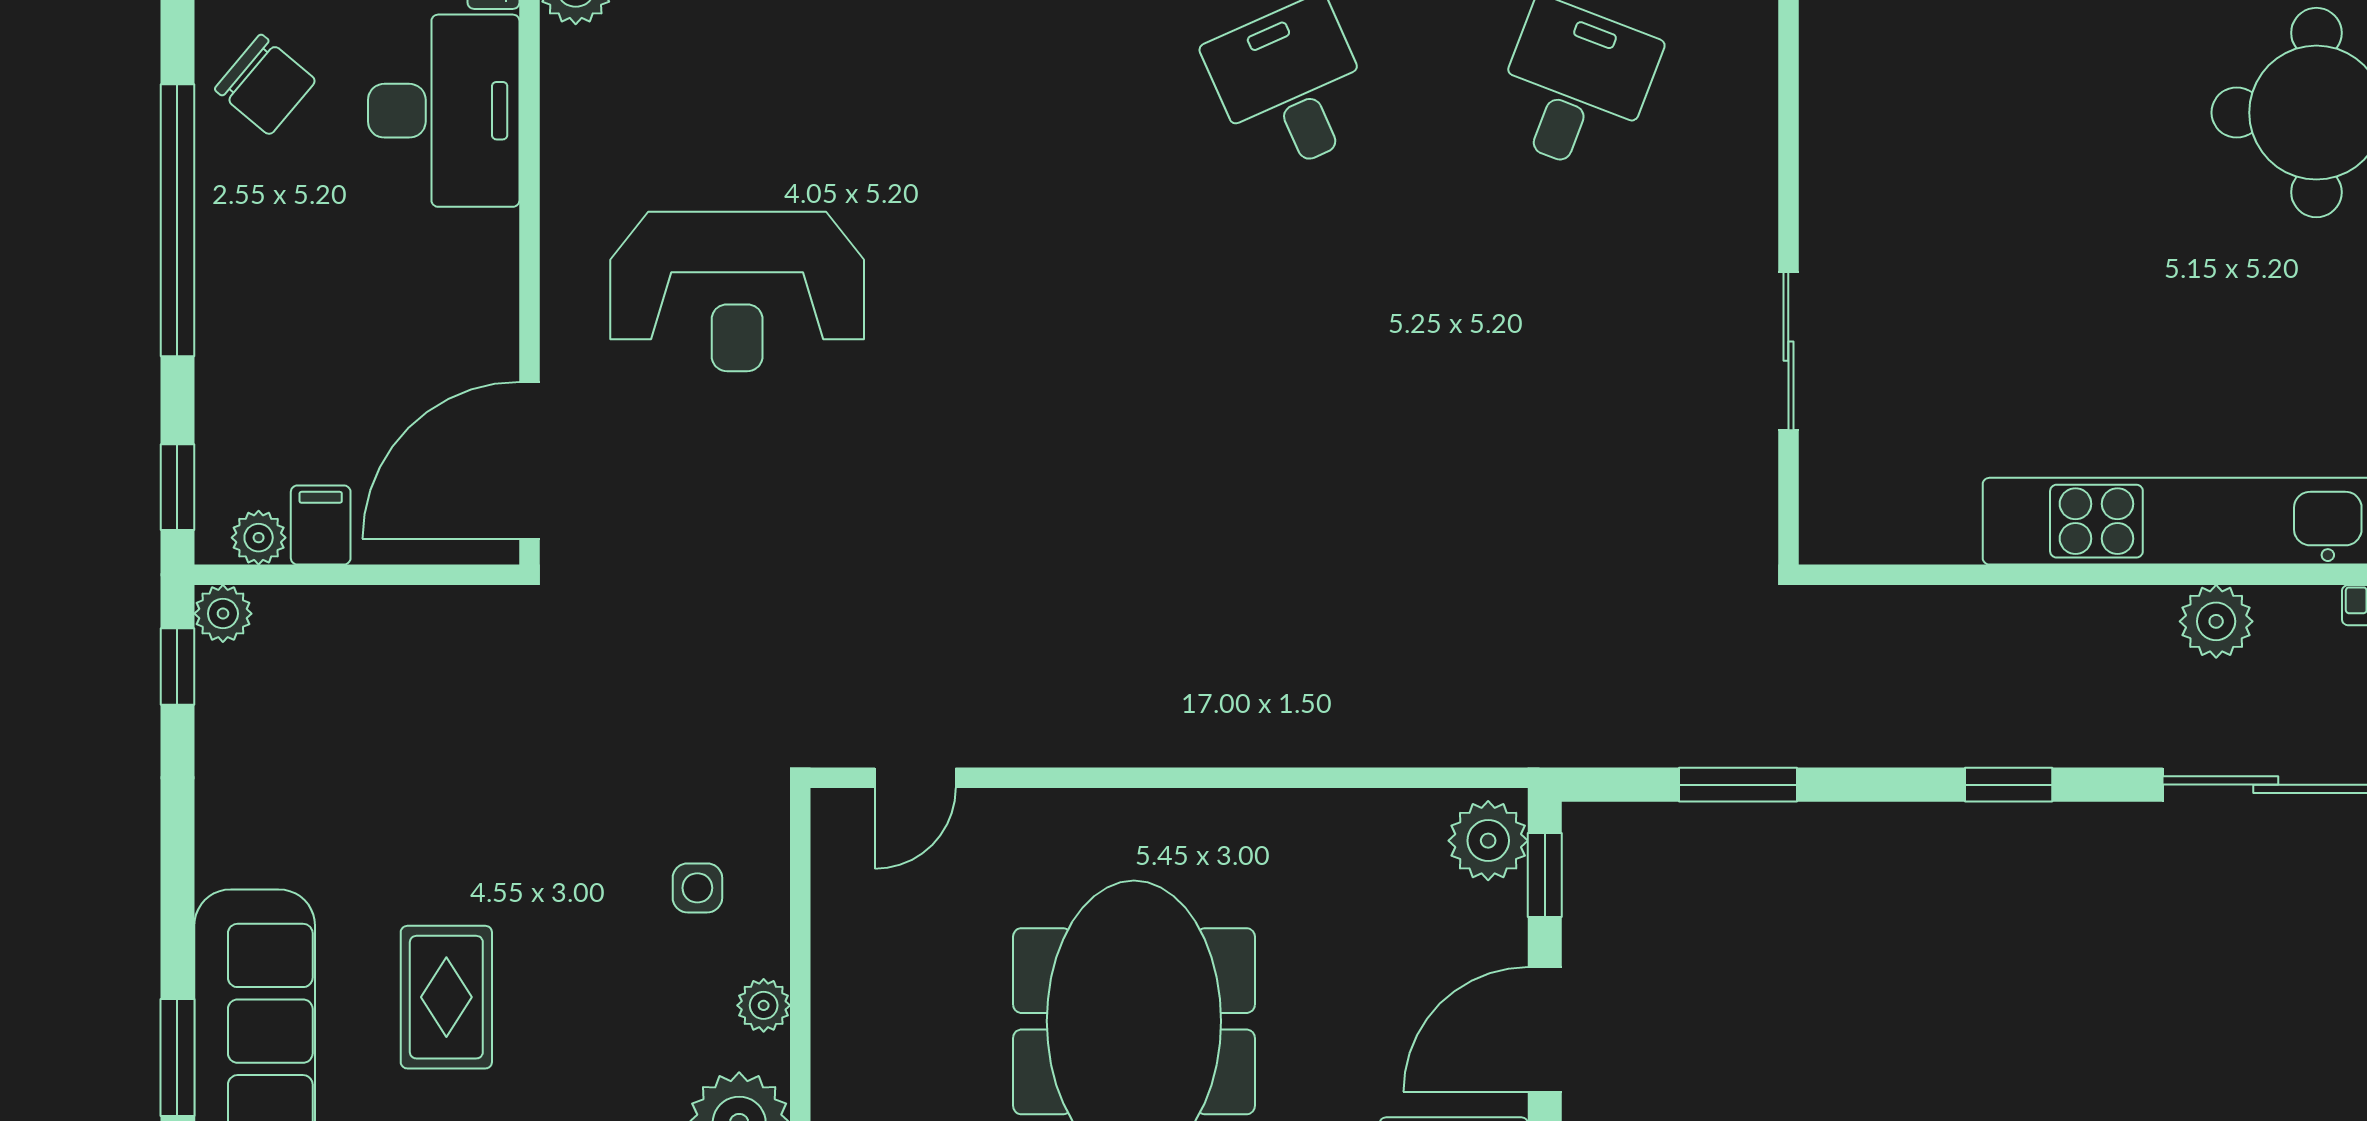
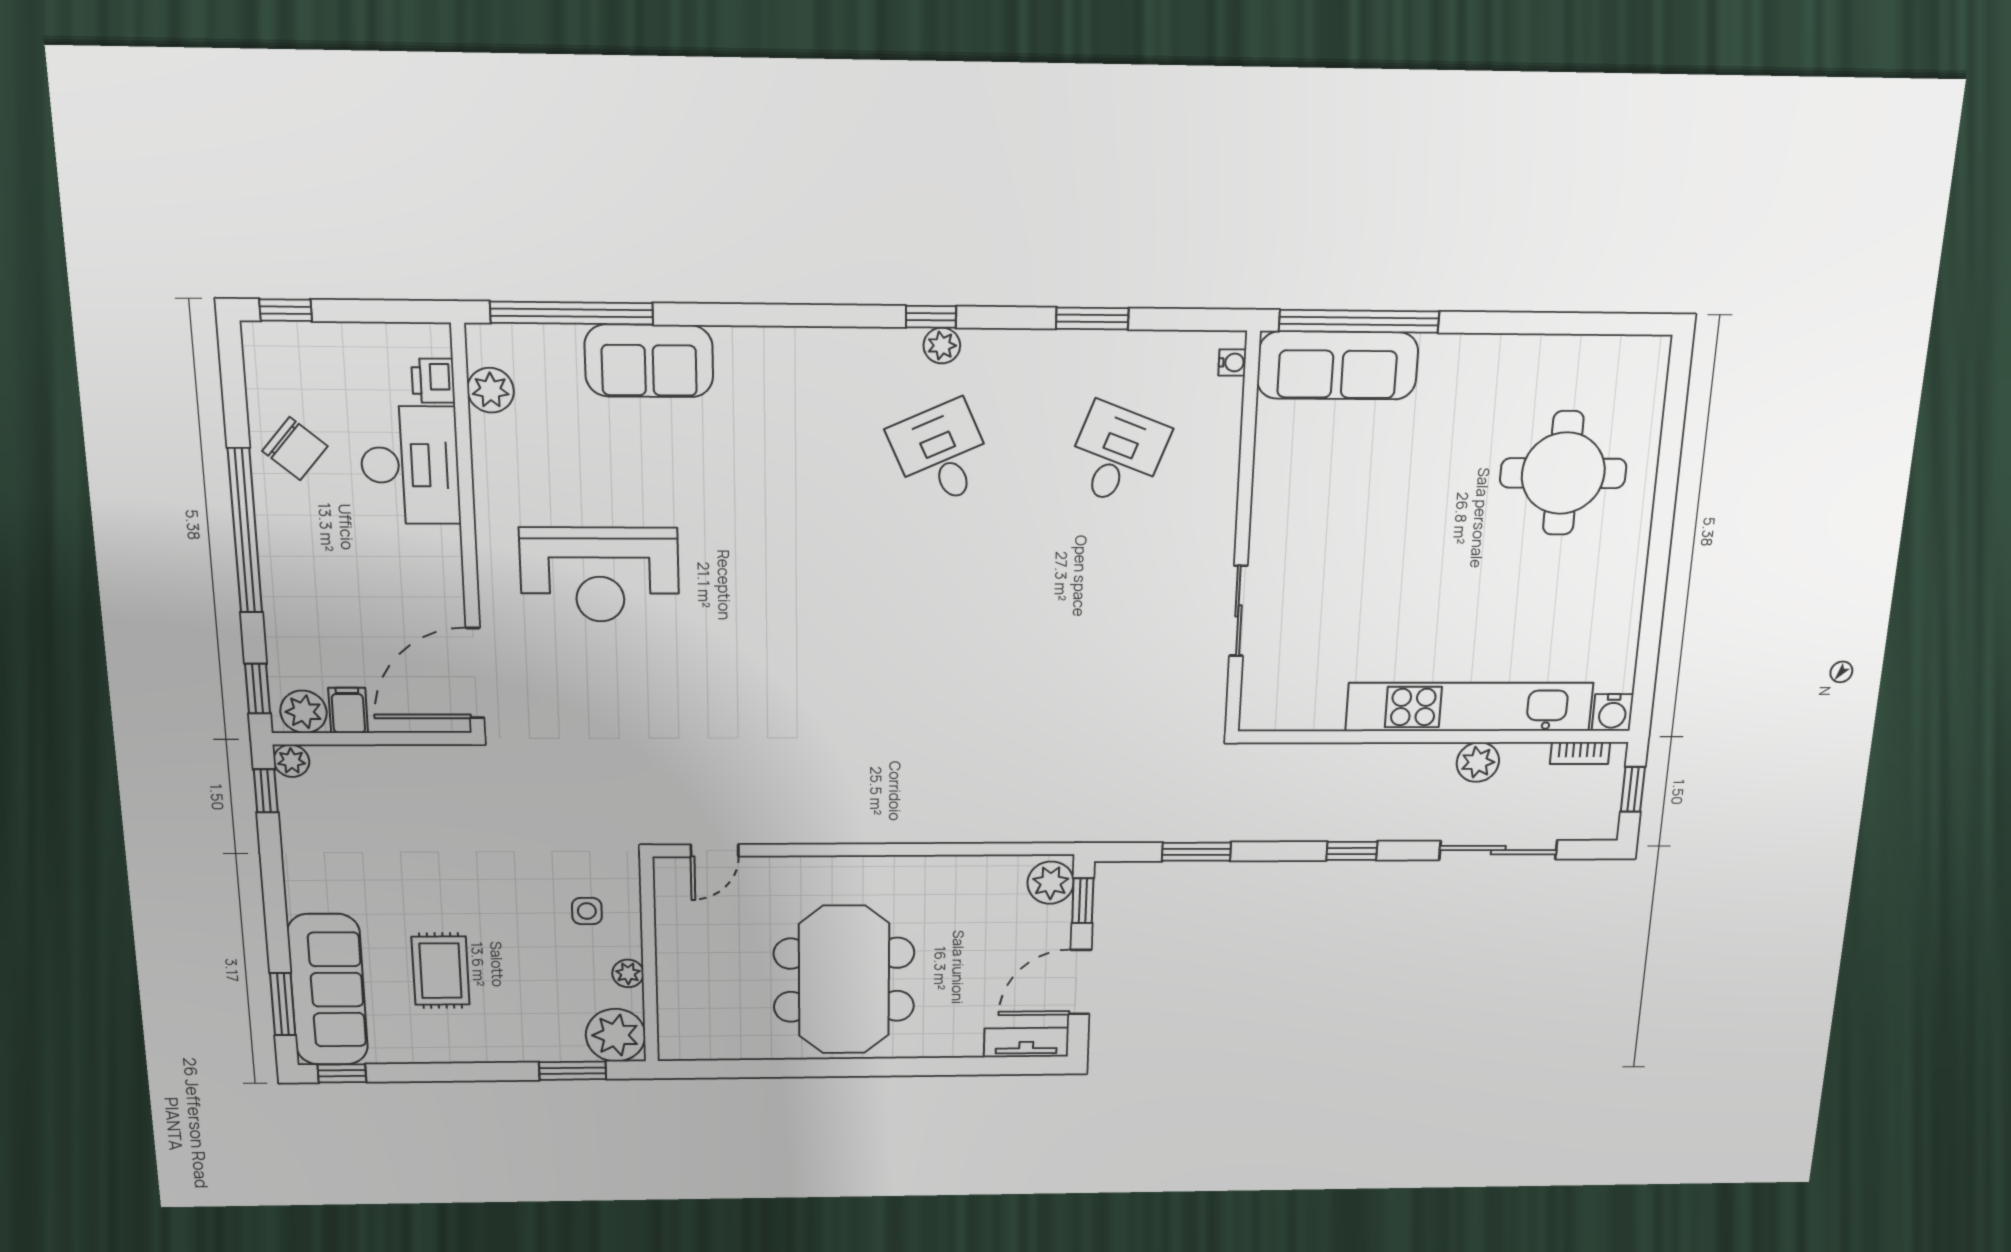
plant: (259, 538) -> (304, 712), width x1.38, depth x1.38

